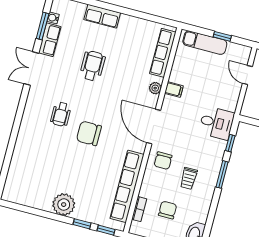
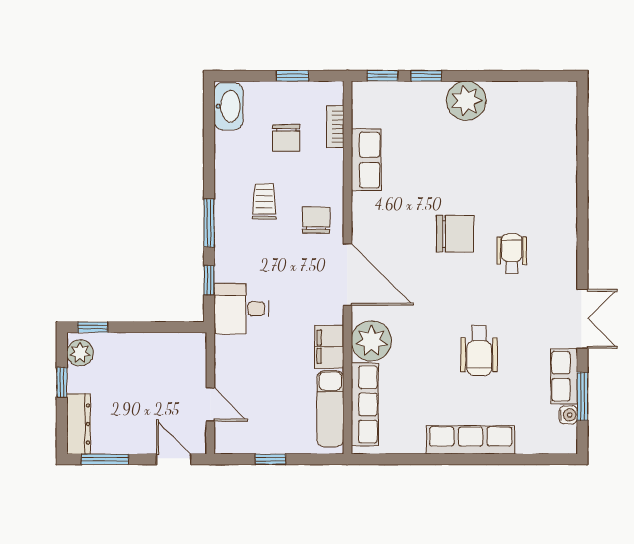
row of seats: (102, 16) -> (471, 440), width x1.48
exam couch: (205, 43) -> (330, 409), moved, turned -90
plant: (155, 88) -> (371, 341), width x1.88, depth x1.88
filing cabinet: (174, 90) -> (329, 347), width x2.00
row of seats: (127, 186) -> (366, 160), width x0.50

